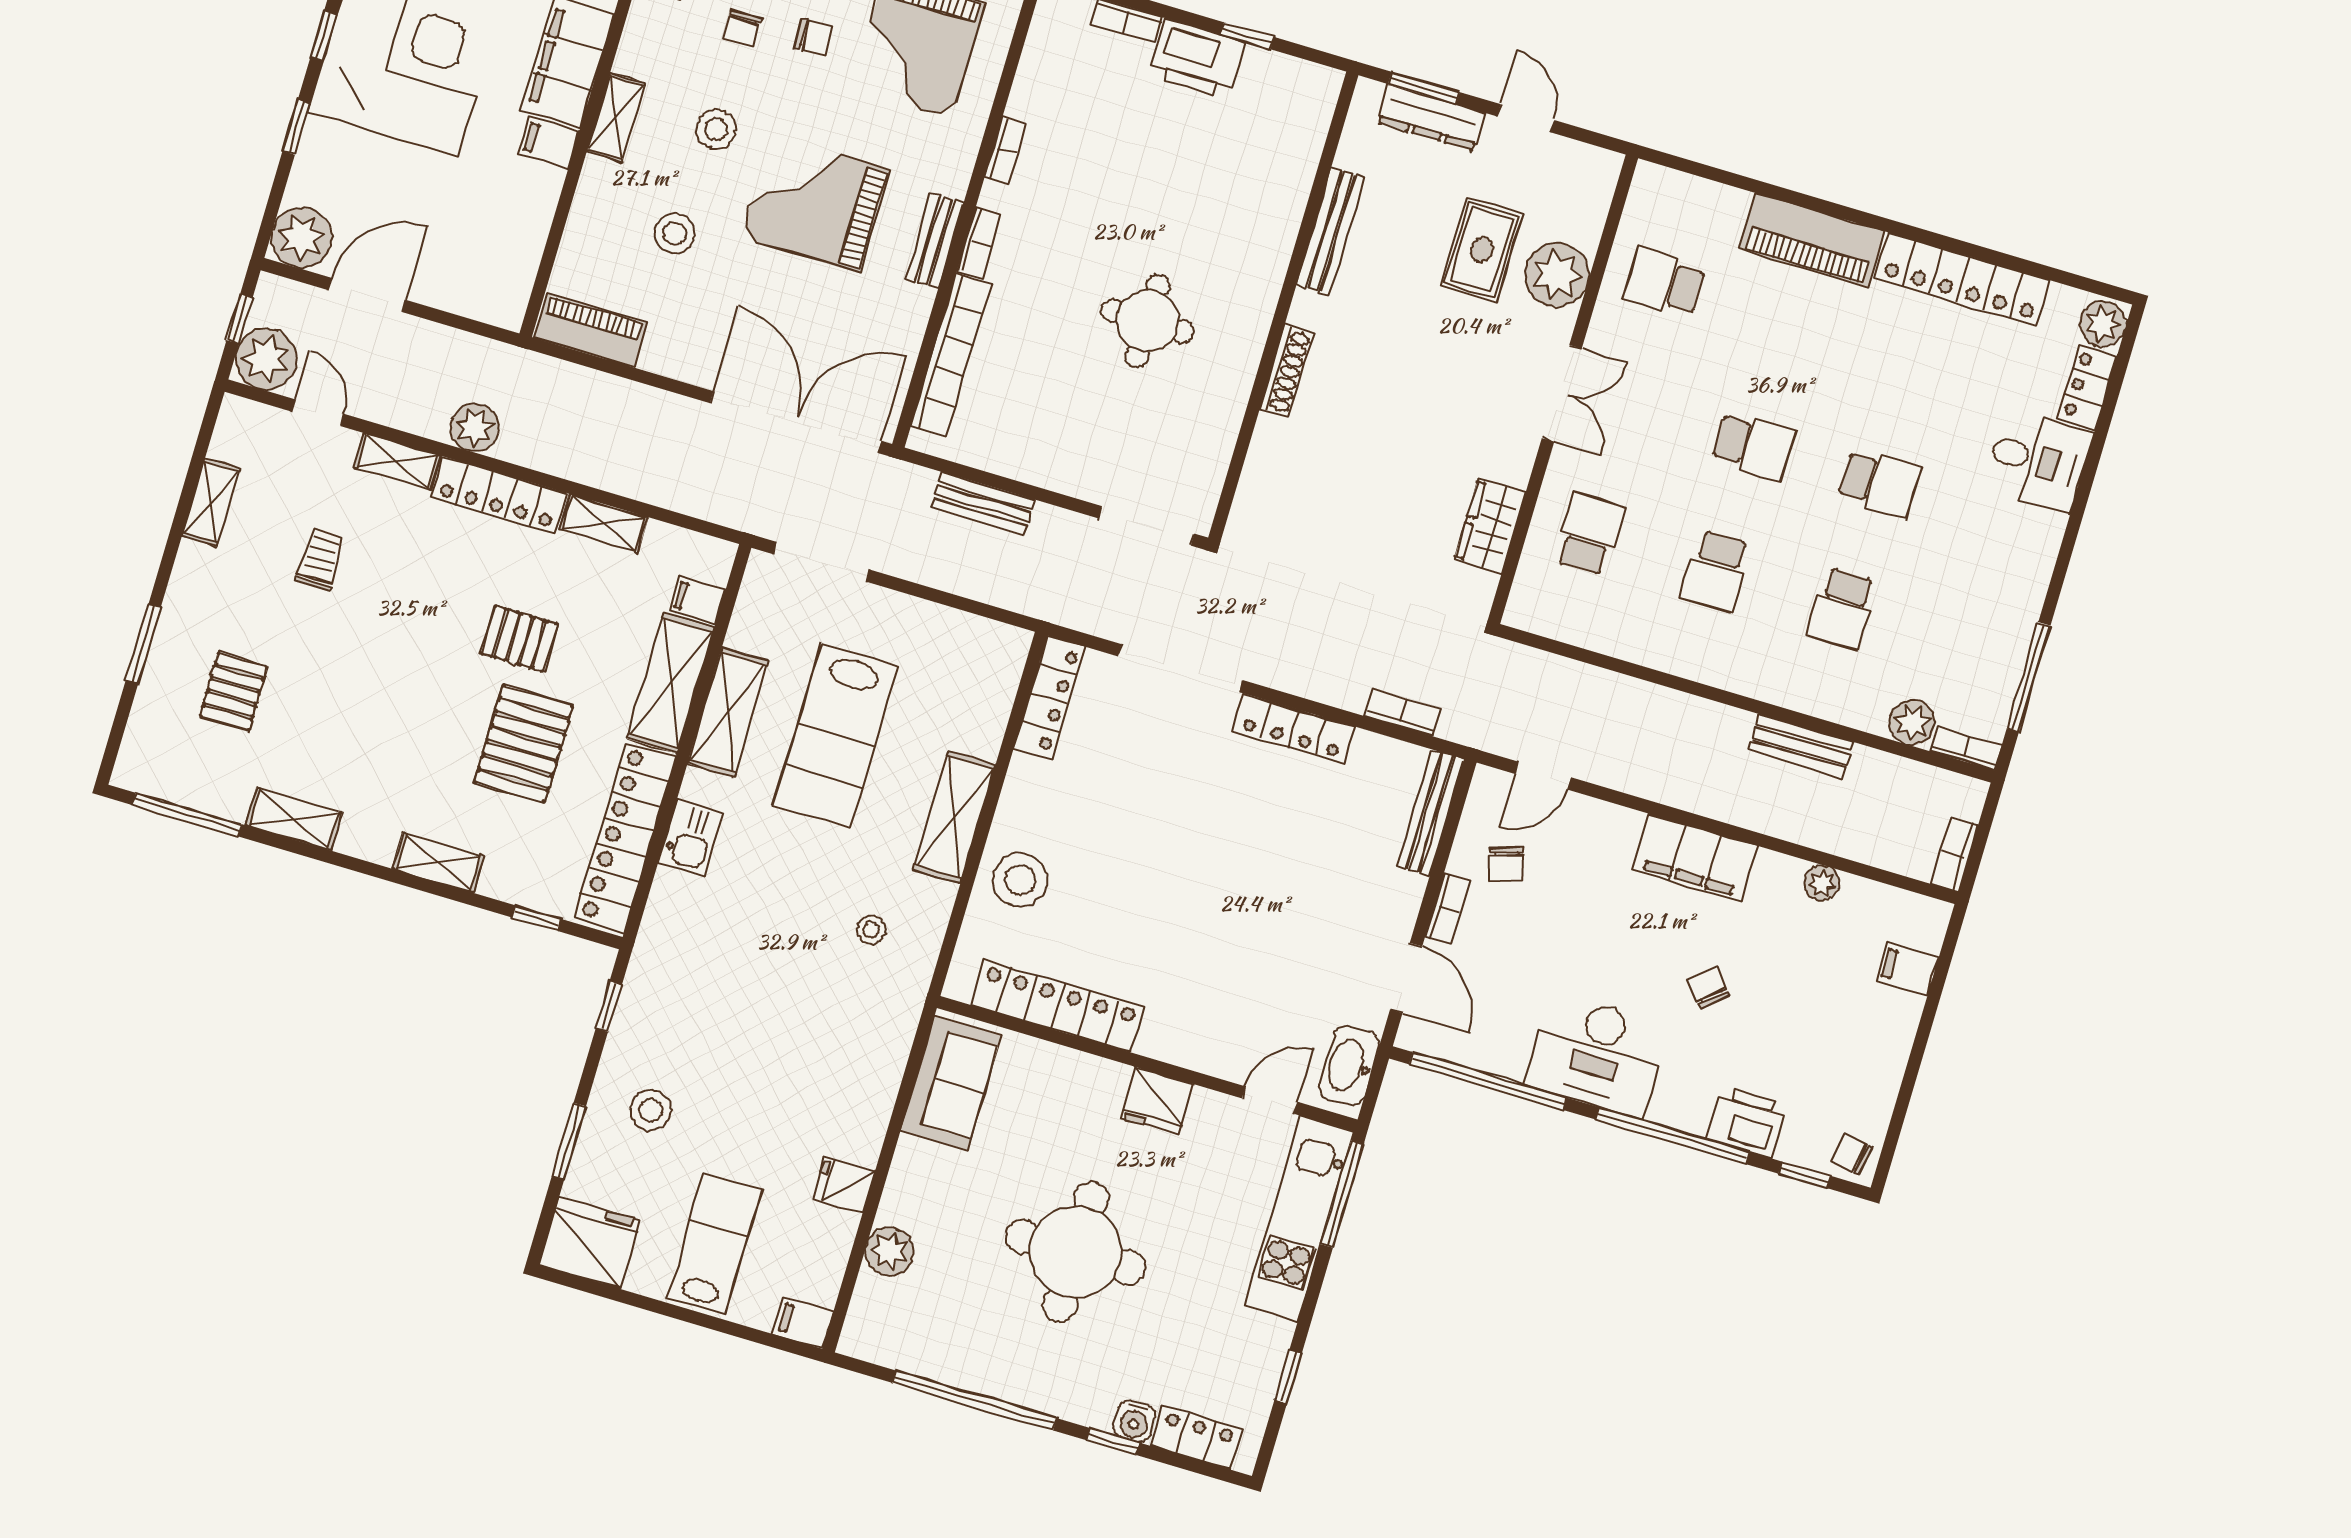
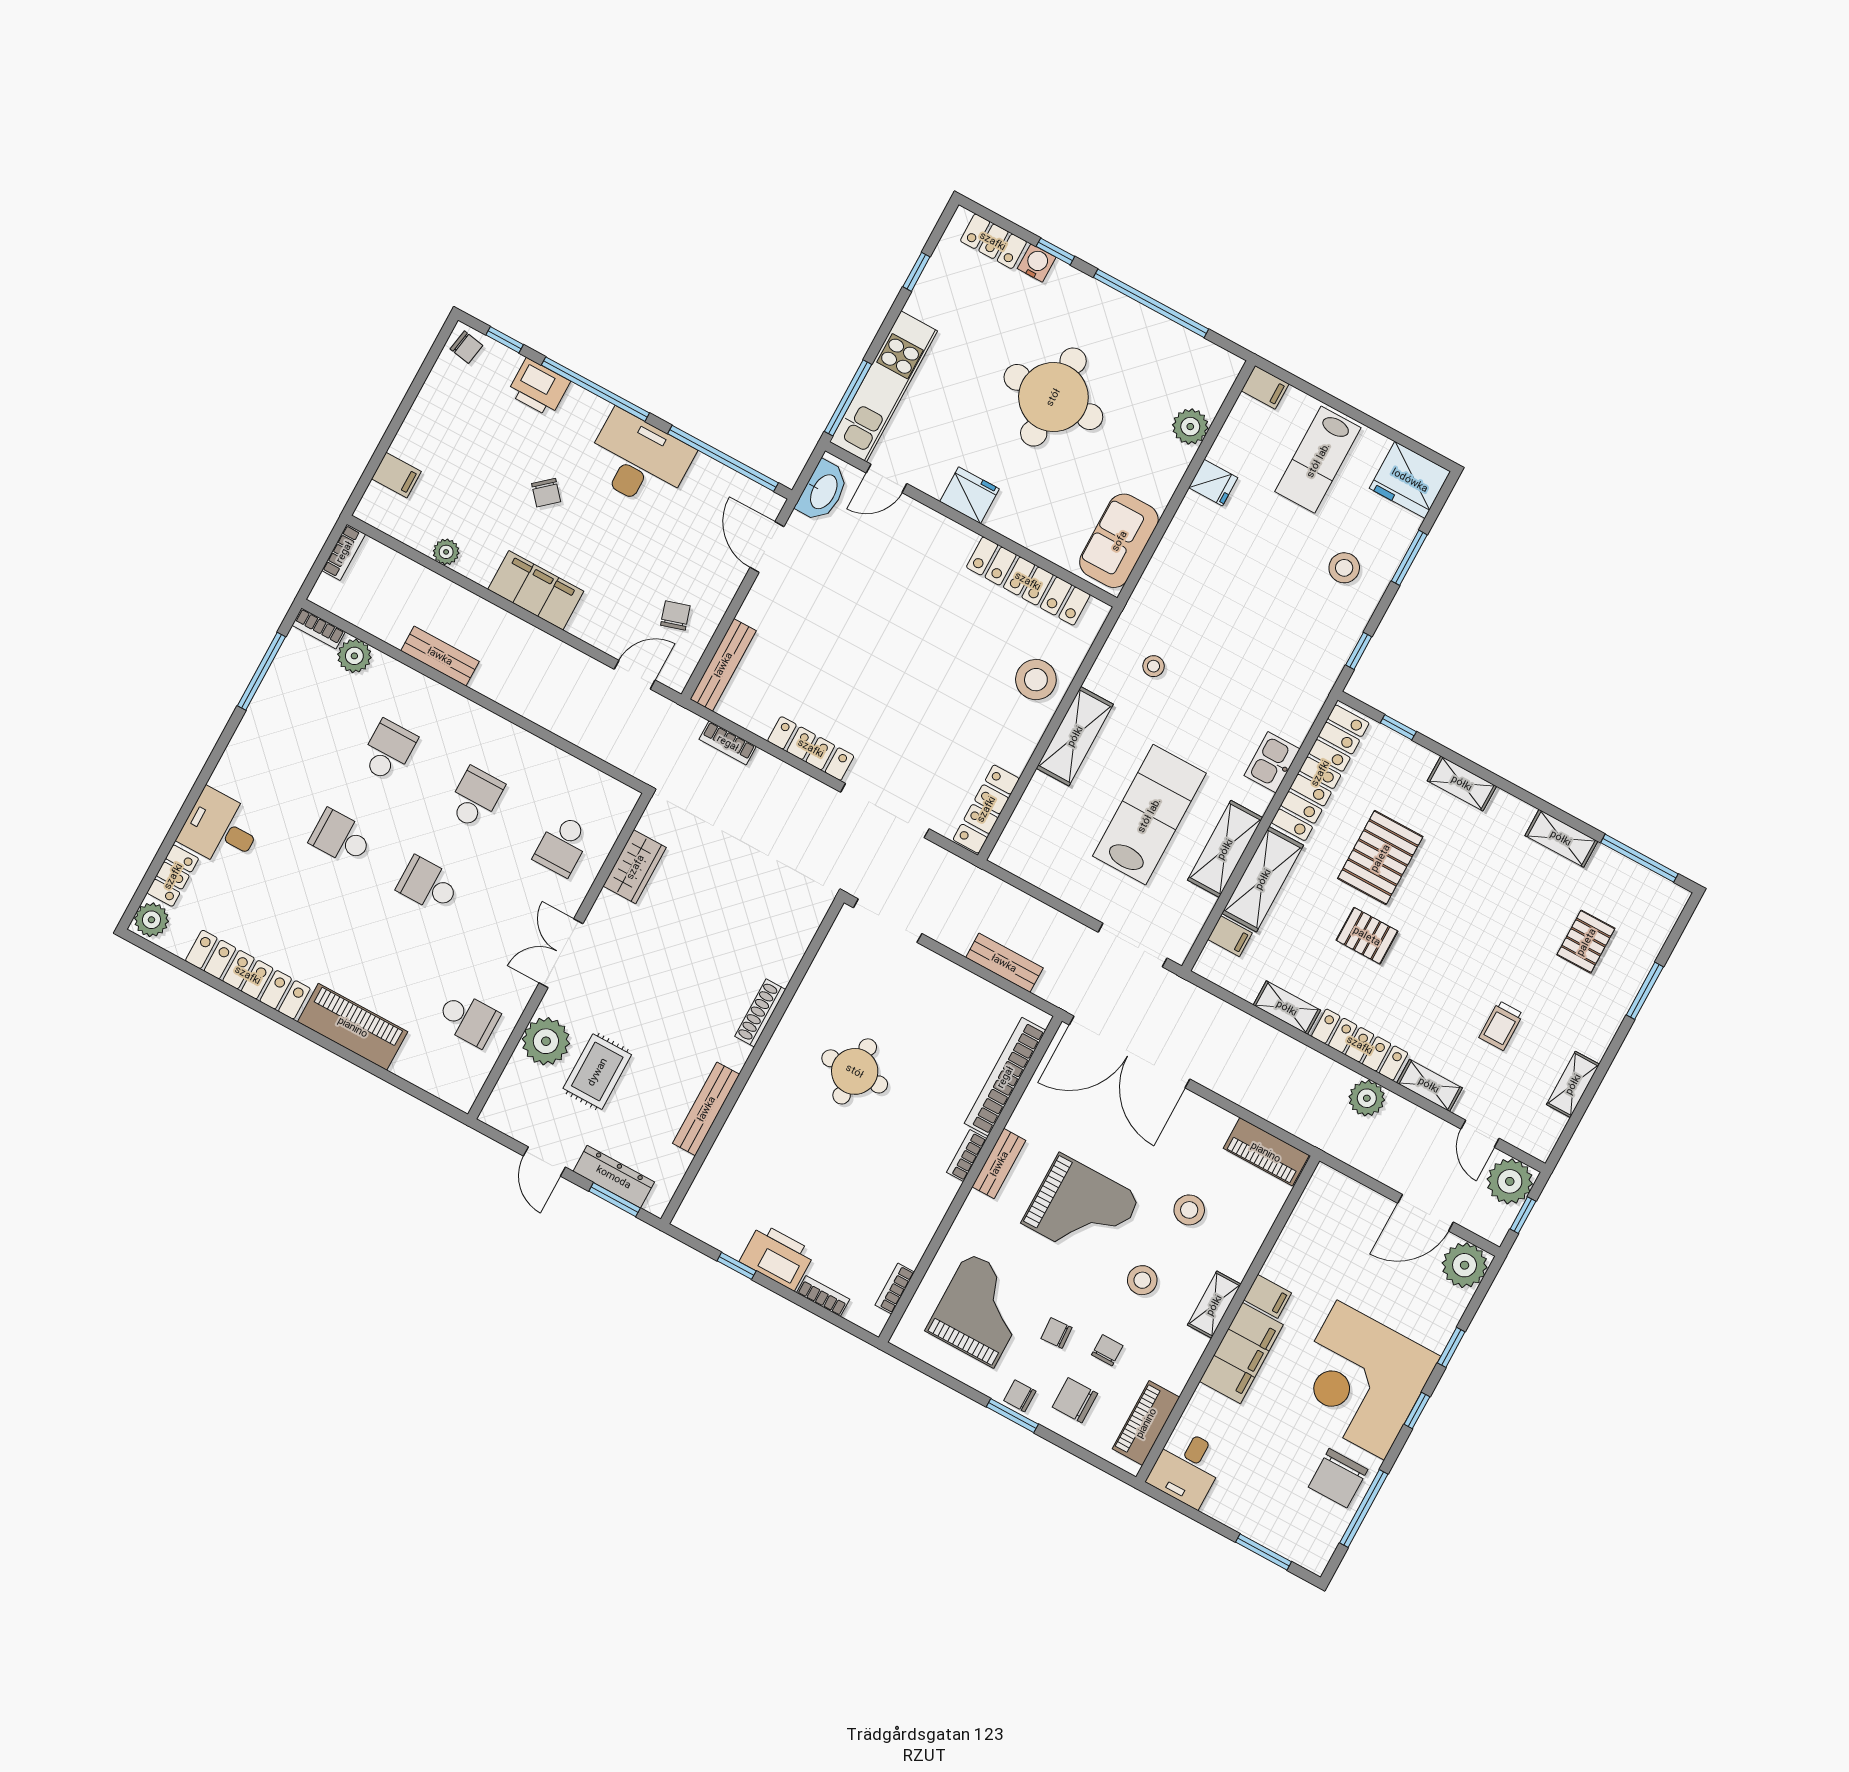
bookcase: (1006, 150) -> (895, 1289), moved
bookcase: (1447, 909) -> (726, 592), removed

